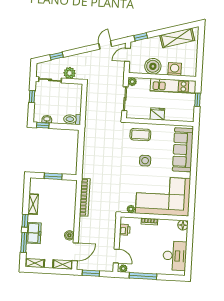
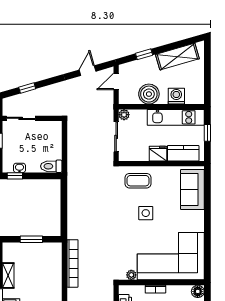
window: (141, 37) -> (144, 54), moved
plant: (70, 73) -> (45, 108), removed
kitchen counter: (177, 115) -> (183, 153), added
sofa: (183, 150) -> (192, 189), width x0.73

